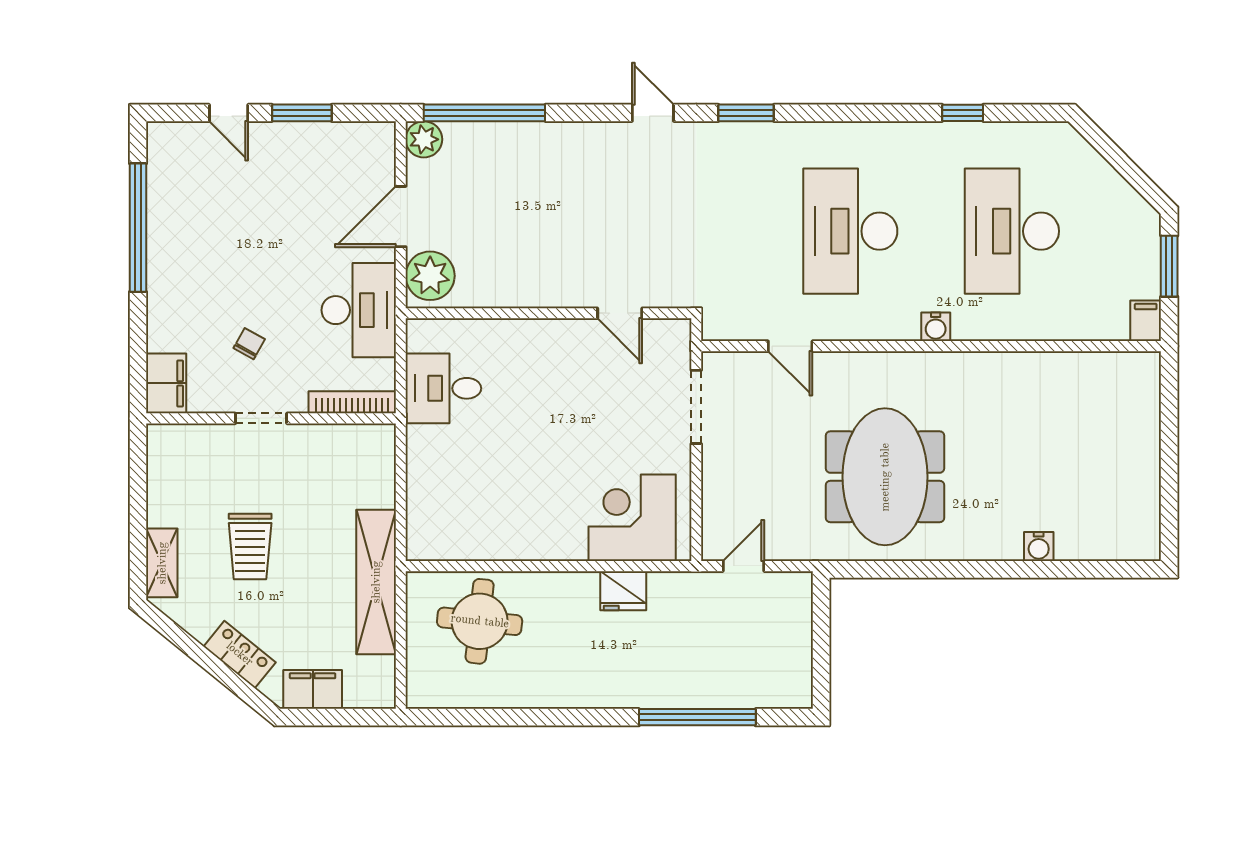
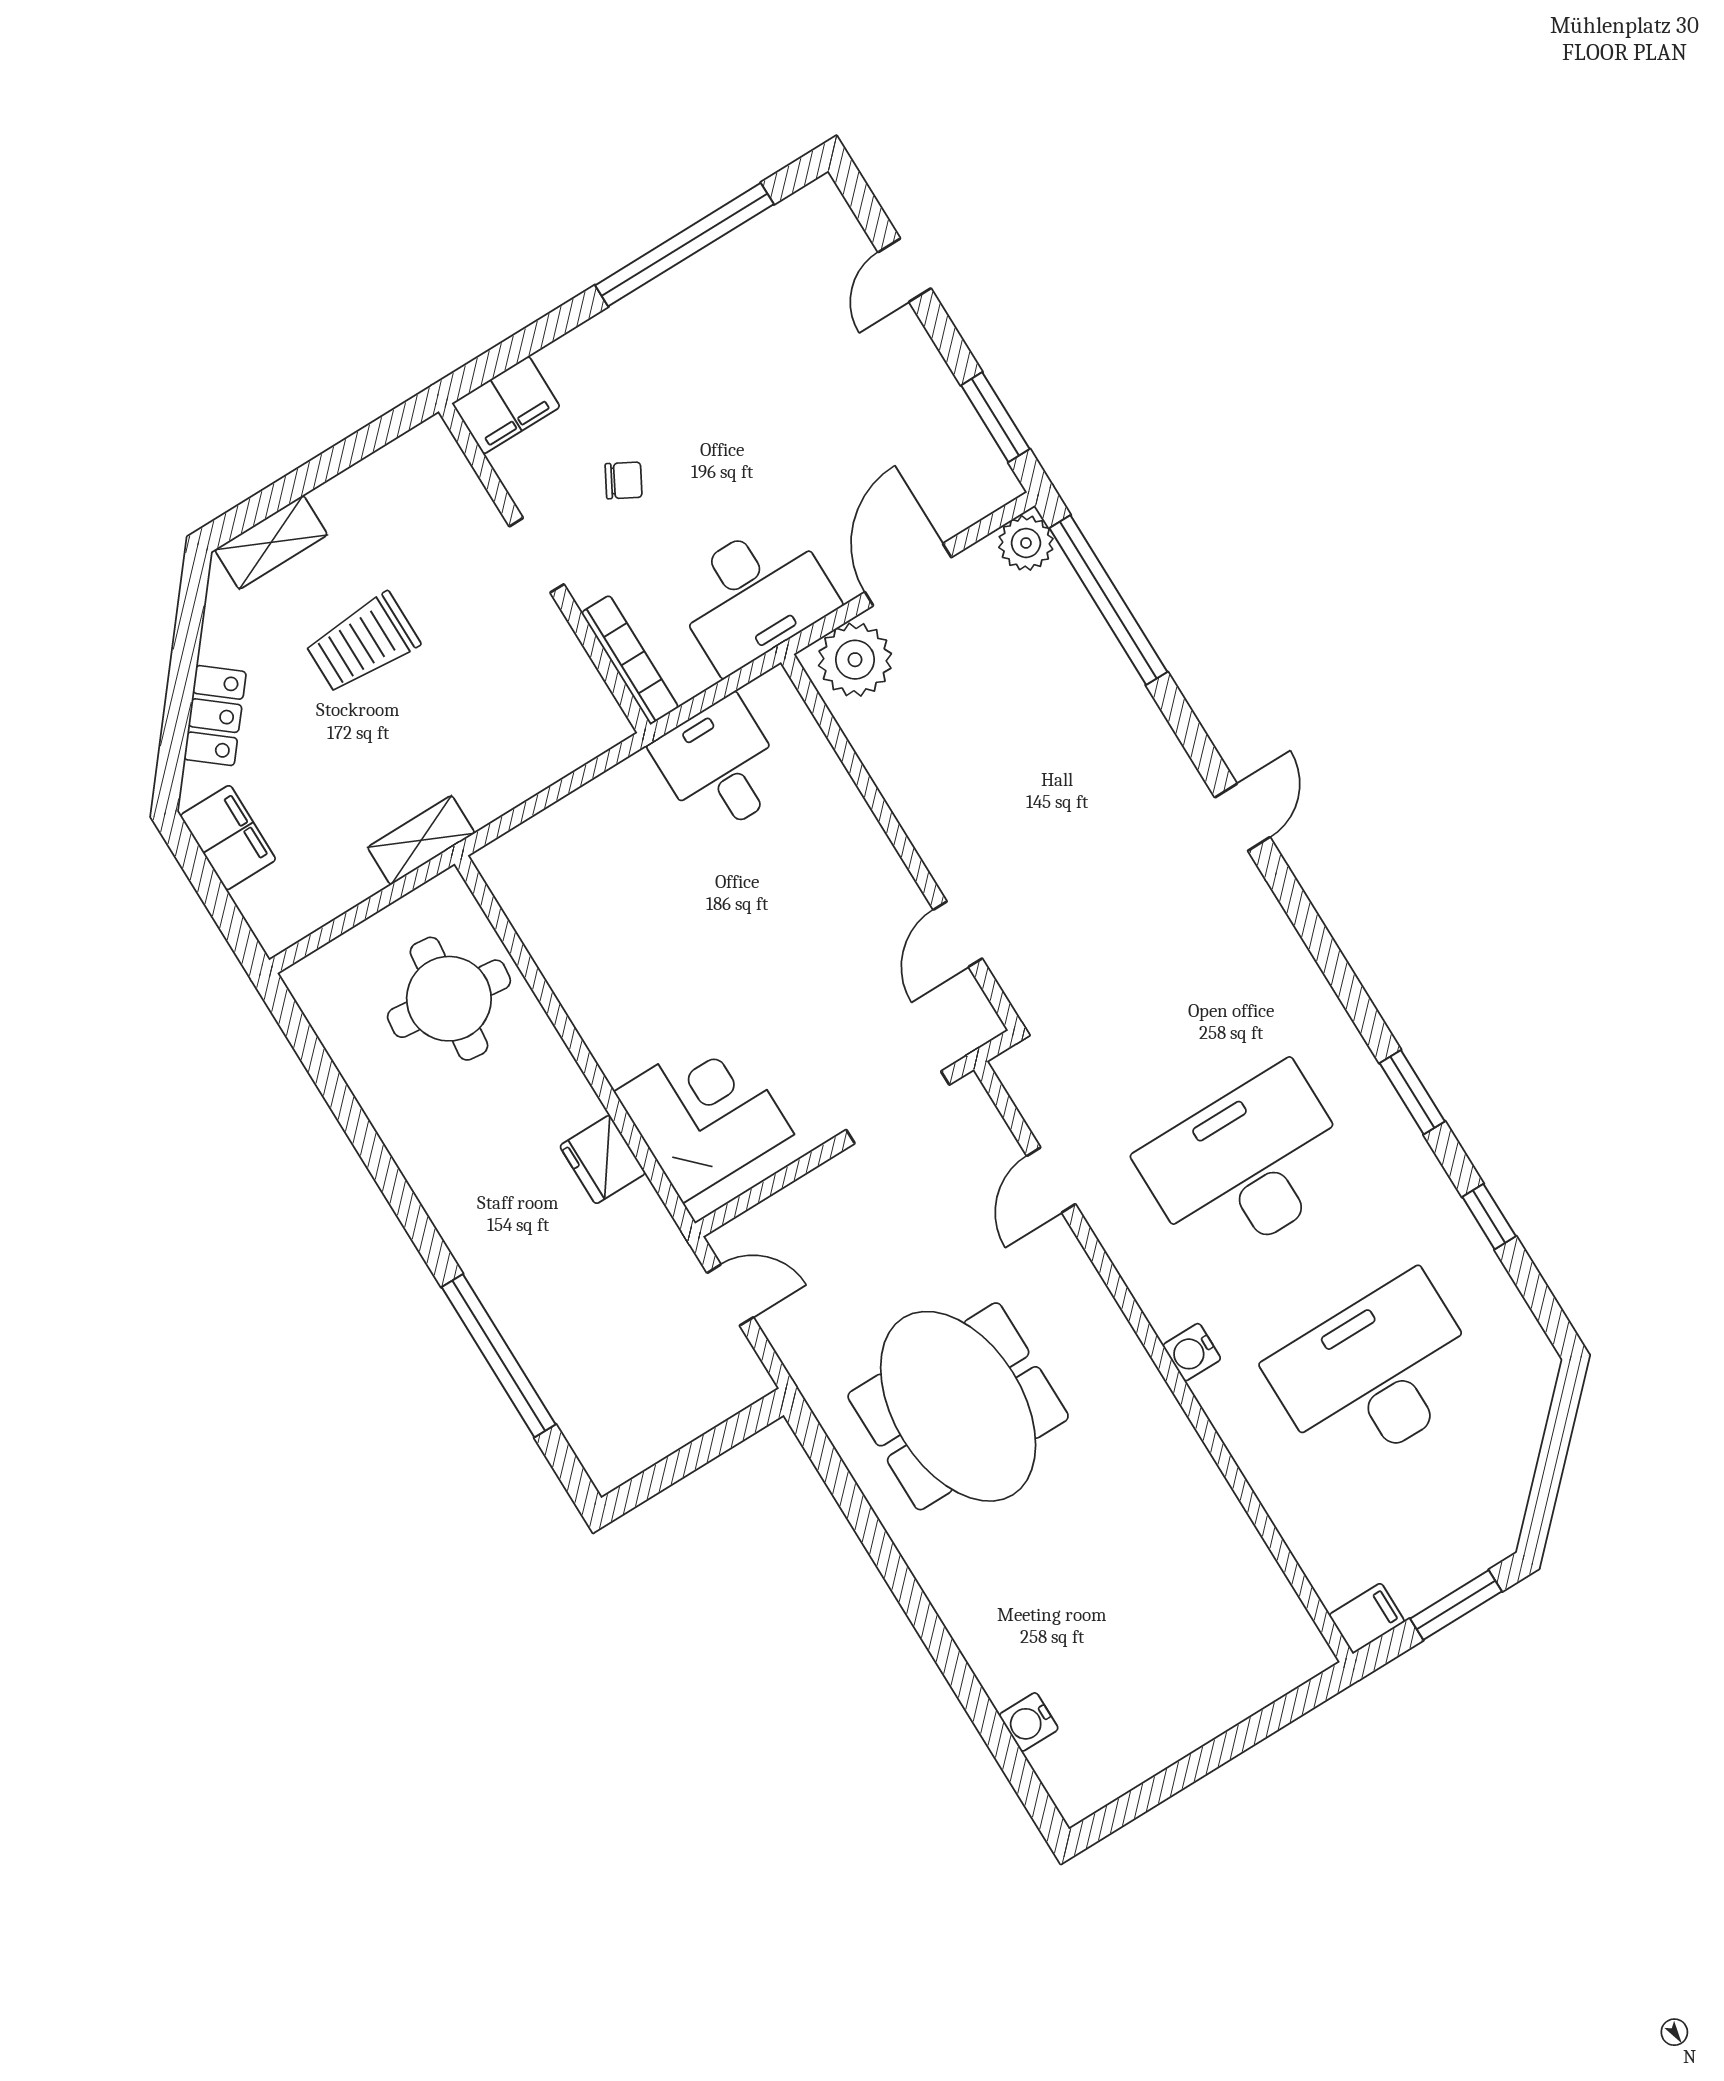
window: (302, 113) -> (995, 417), moved
window: (746, 113) -> (1412, 1092), moved
door: (401, 217) -> (908, 575), hinge flipped
meeting table: (885, 477) -> (958, 1406), turned 90
water cooler: (1039, 547) -> (1029, 1722), moved
shelving: (376, 582) -> (421, 840), width x0.45, depth x0.75

